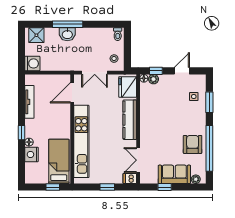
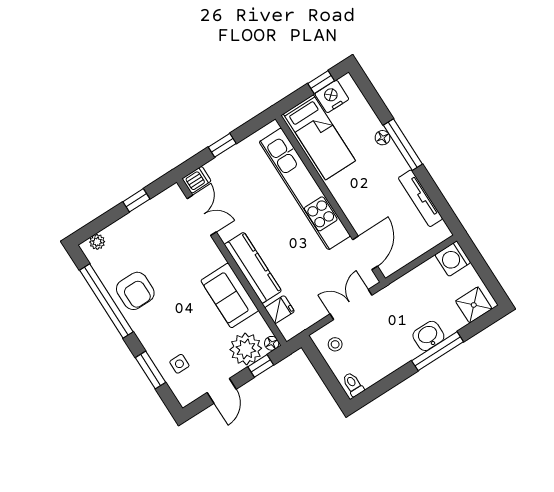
plant: (154, 79) -> (246, 349), width x1.88, depth x1.88
fridge: (128, 87) -> (280, 310), width x0.53, depth x0.75
window: (21, 133) -> (403, 145), width x2.17
nightstand: (32, 154) -> (332, 96), moved, turned -90
sofa: (174, 174) -> (230, 295), moved, turned 90
window: (53, 187) -> (321, 82), moved

